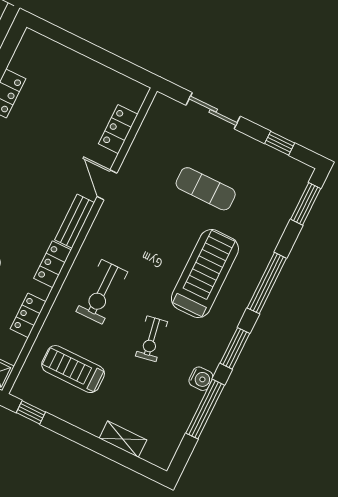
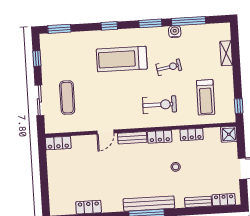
locker: (118, 129) -> (58, 143), moved
exercise mat: (206, 189) -> (67, 98), moved
window: (267, 283) -> (109, 26), width x0.46

